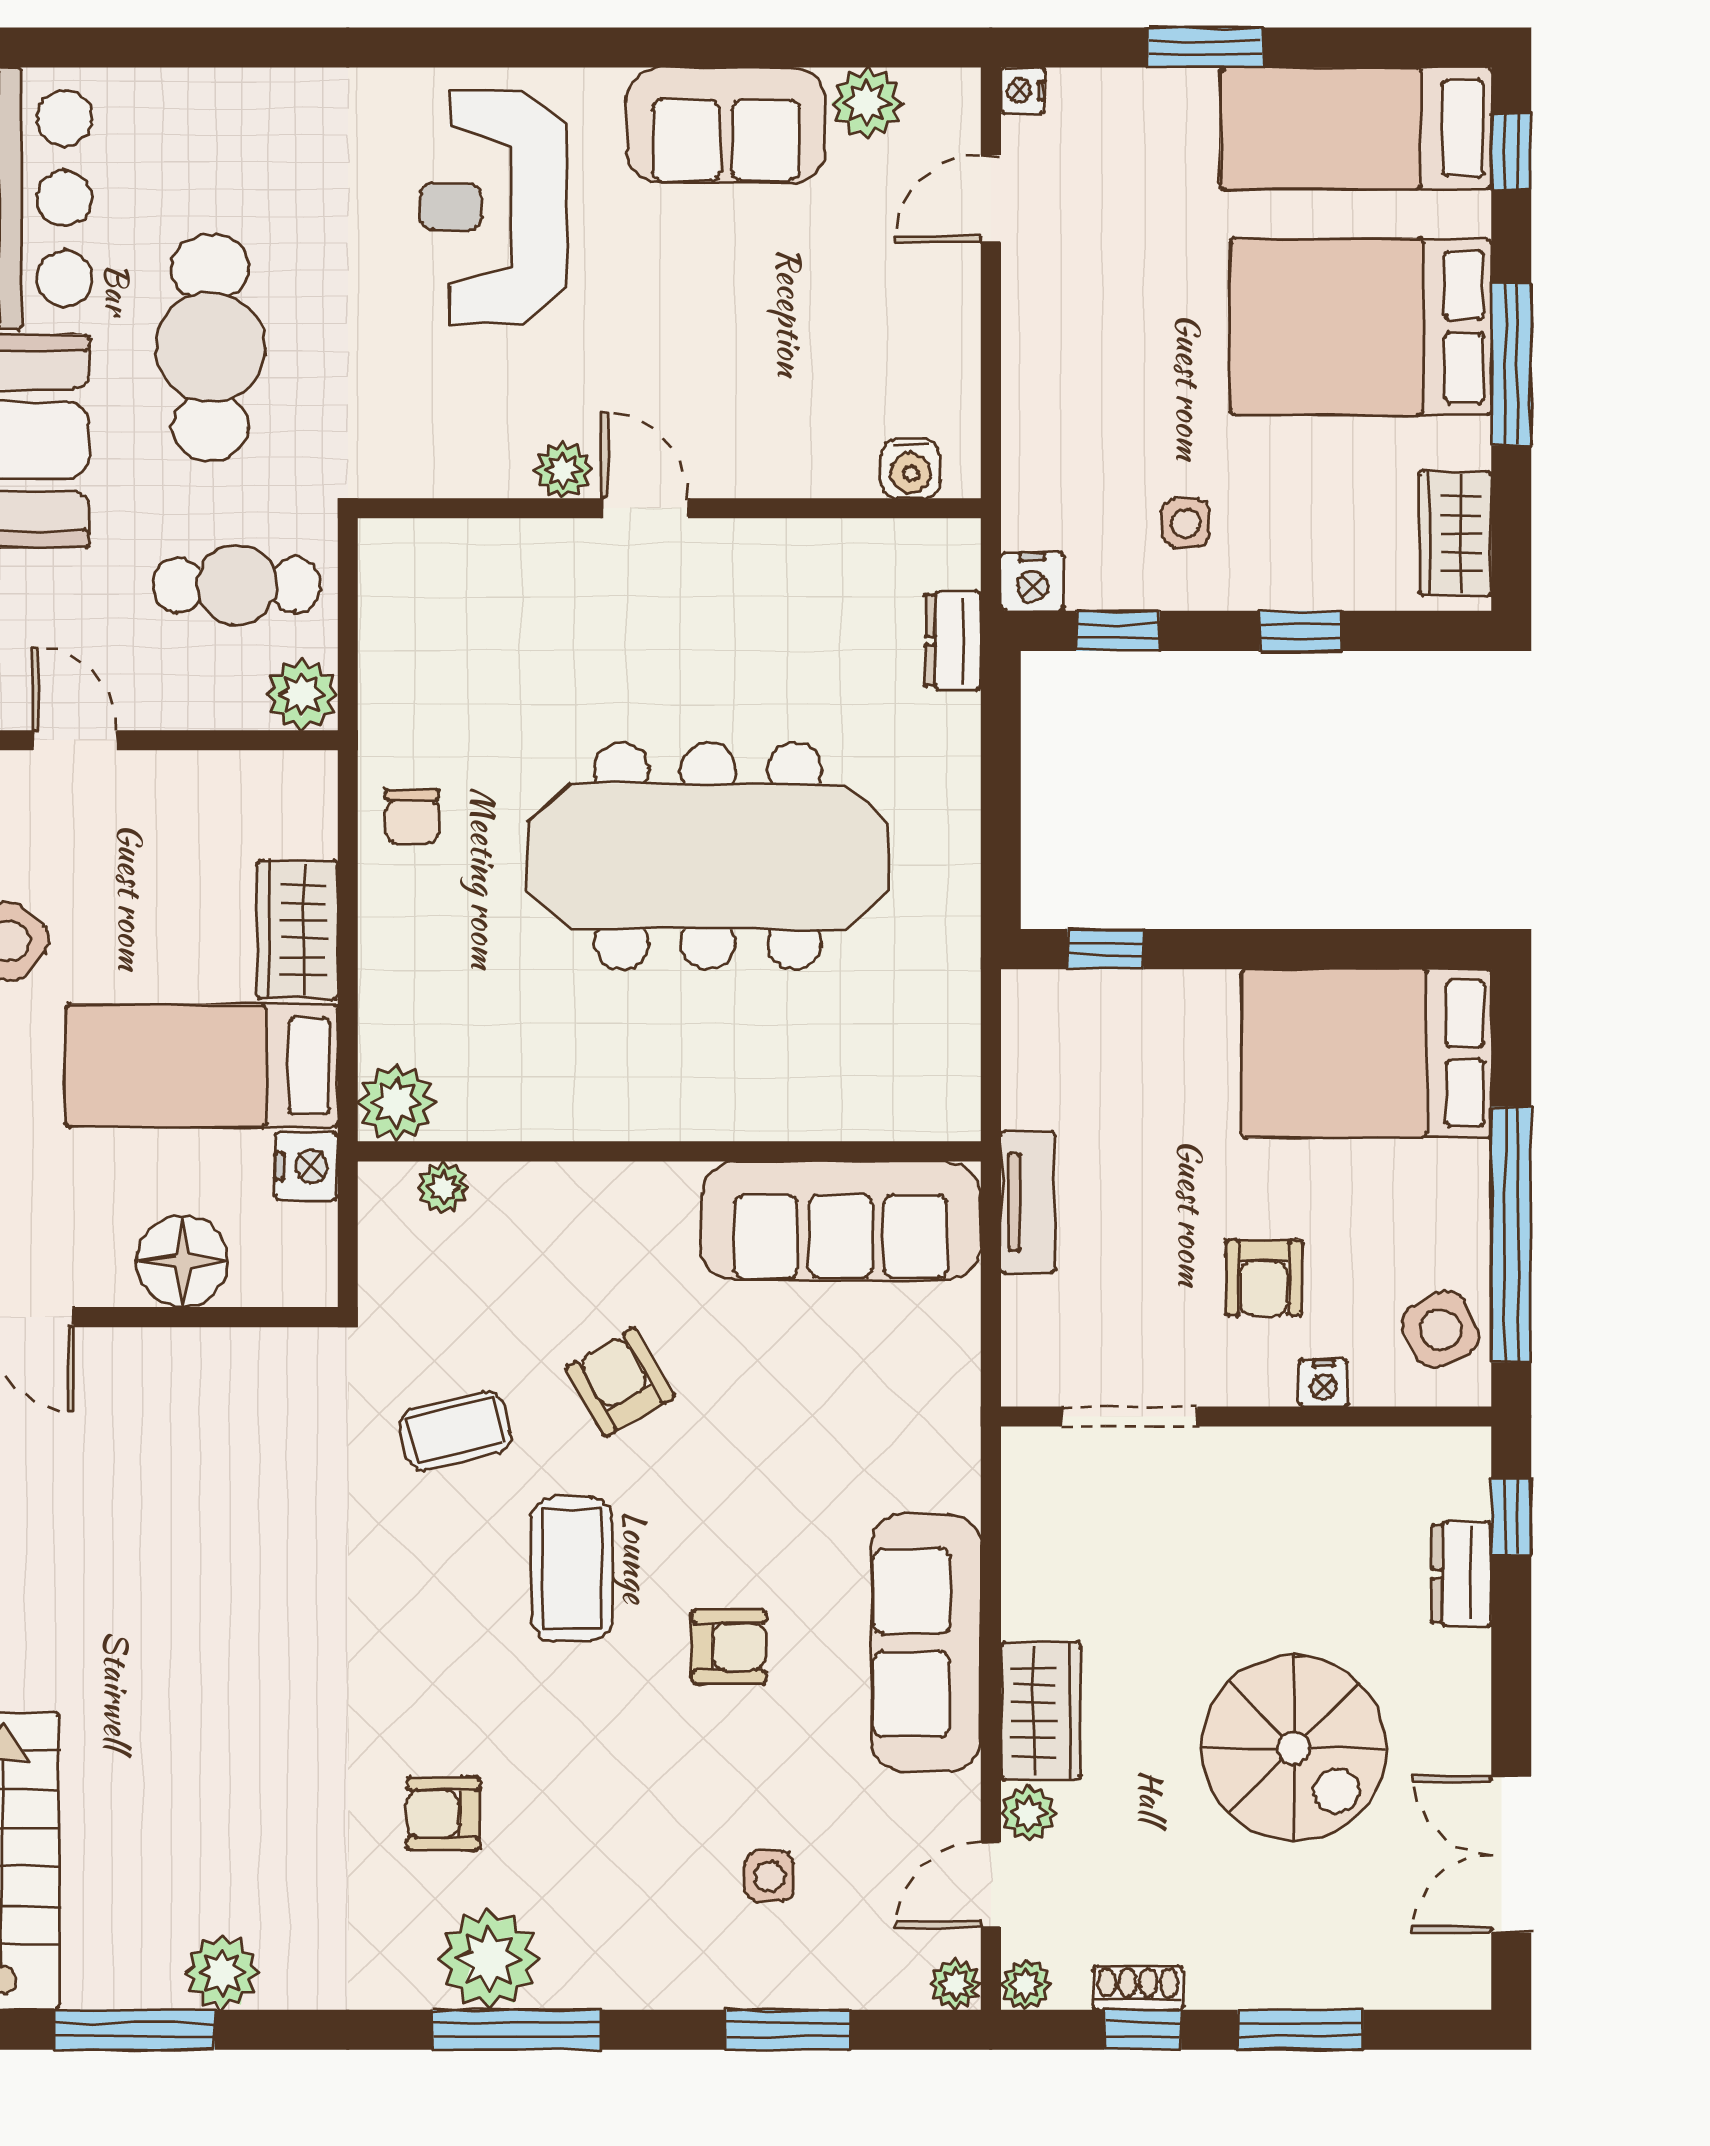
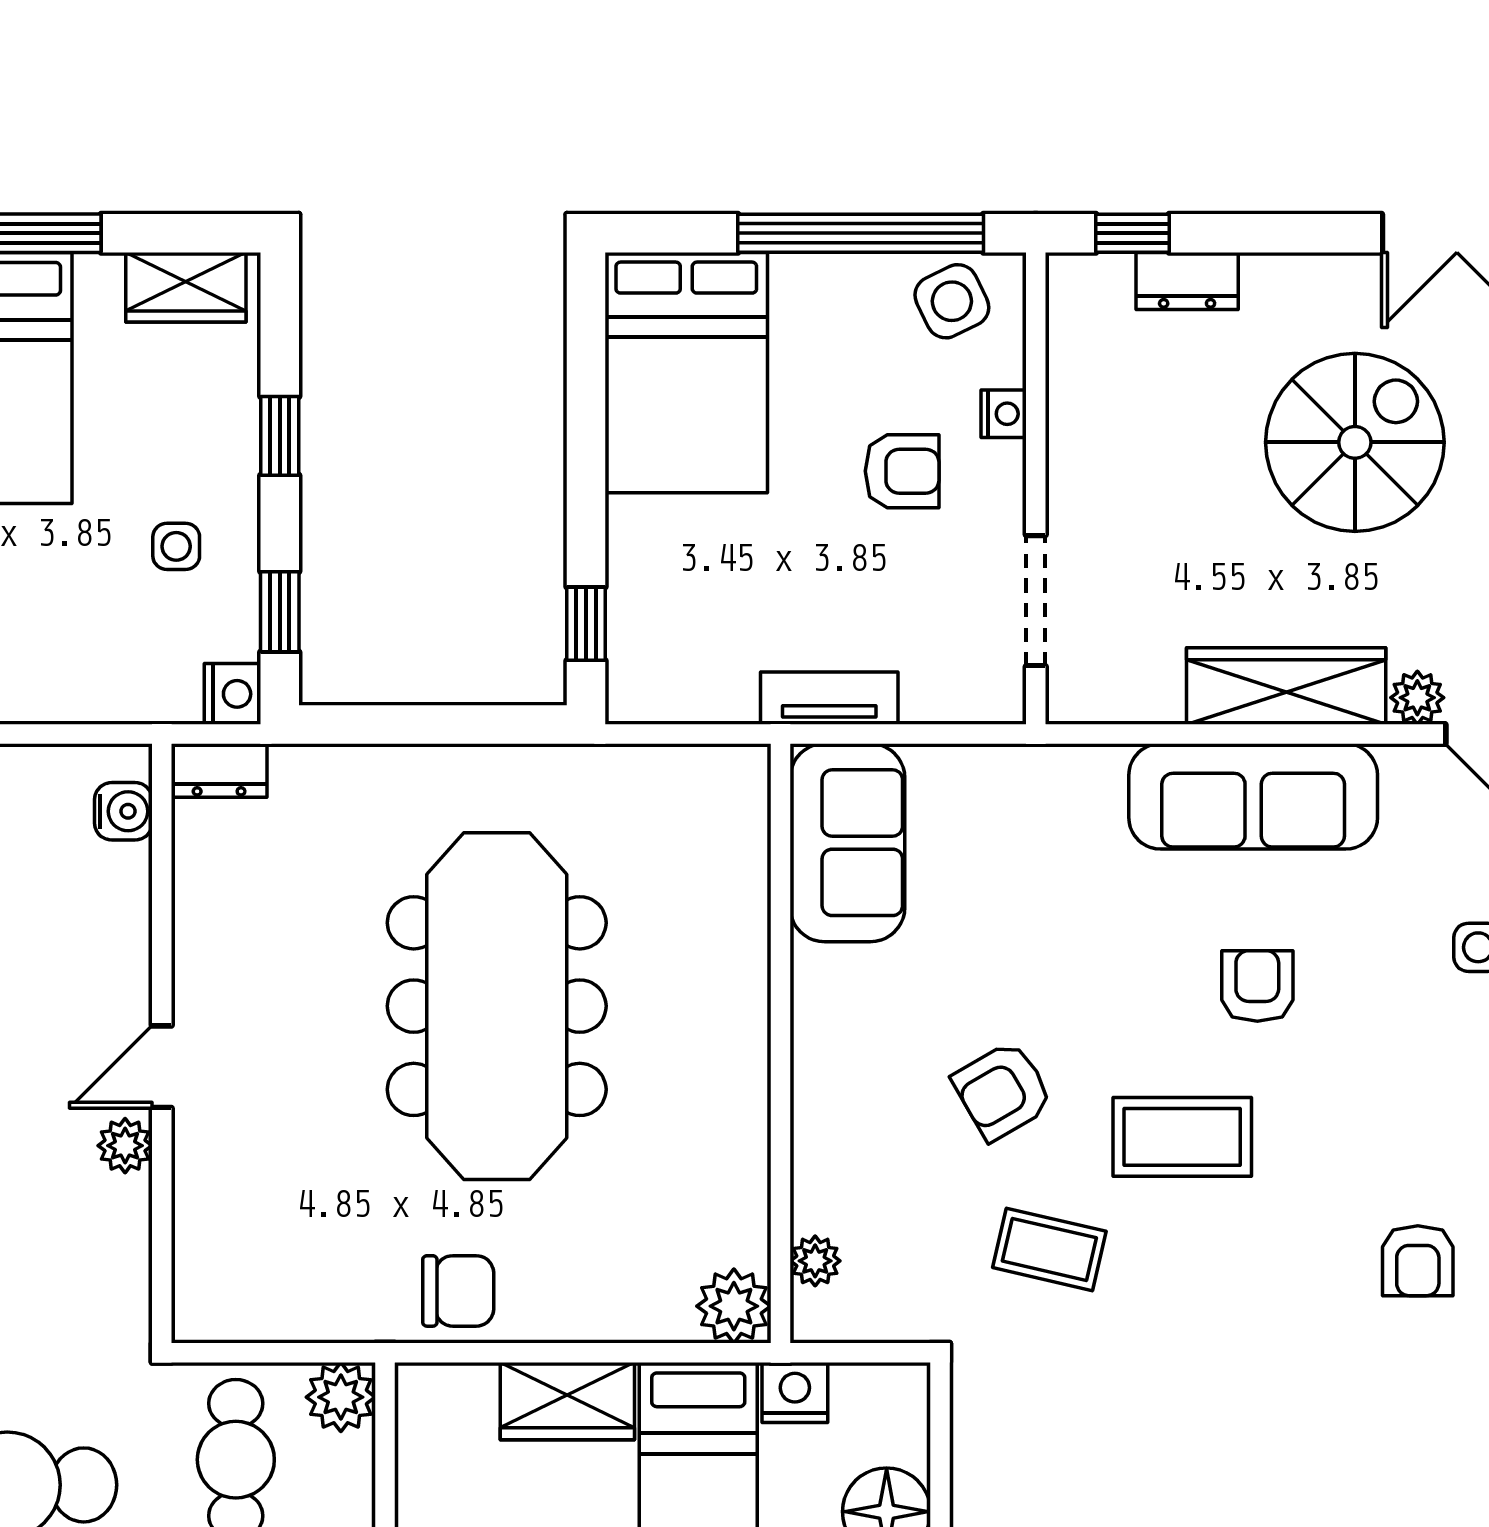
dresser: (953, 640) -> (219, 770), moved
chair: (412, 816) -> (458, 1291), width x1.37, depth x1.37
sofa: (841, 1221) -> (847, 843), width x0.73
coffee table: (455, 1431) -> (1049, 1249), turned -63
wardrobe: (1041, 1711) -> (1286, 686), width x1.50

